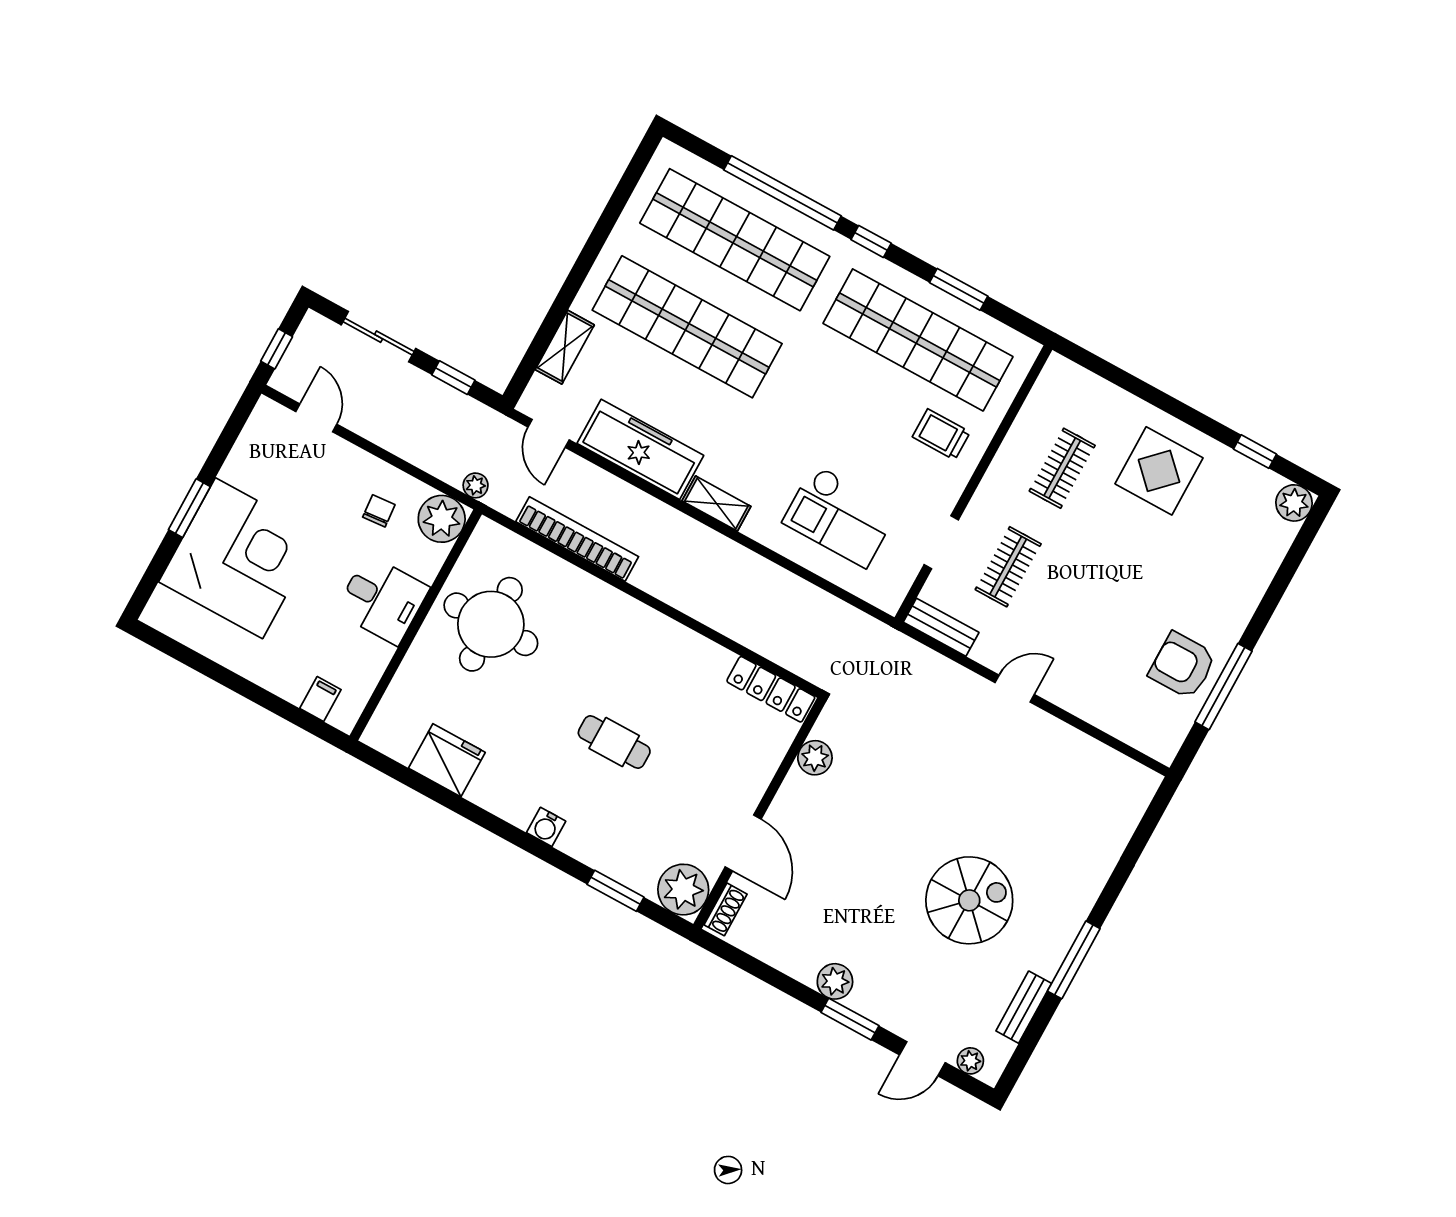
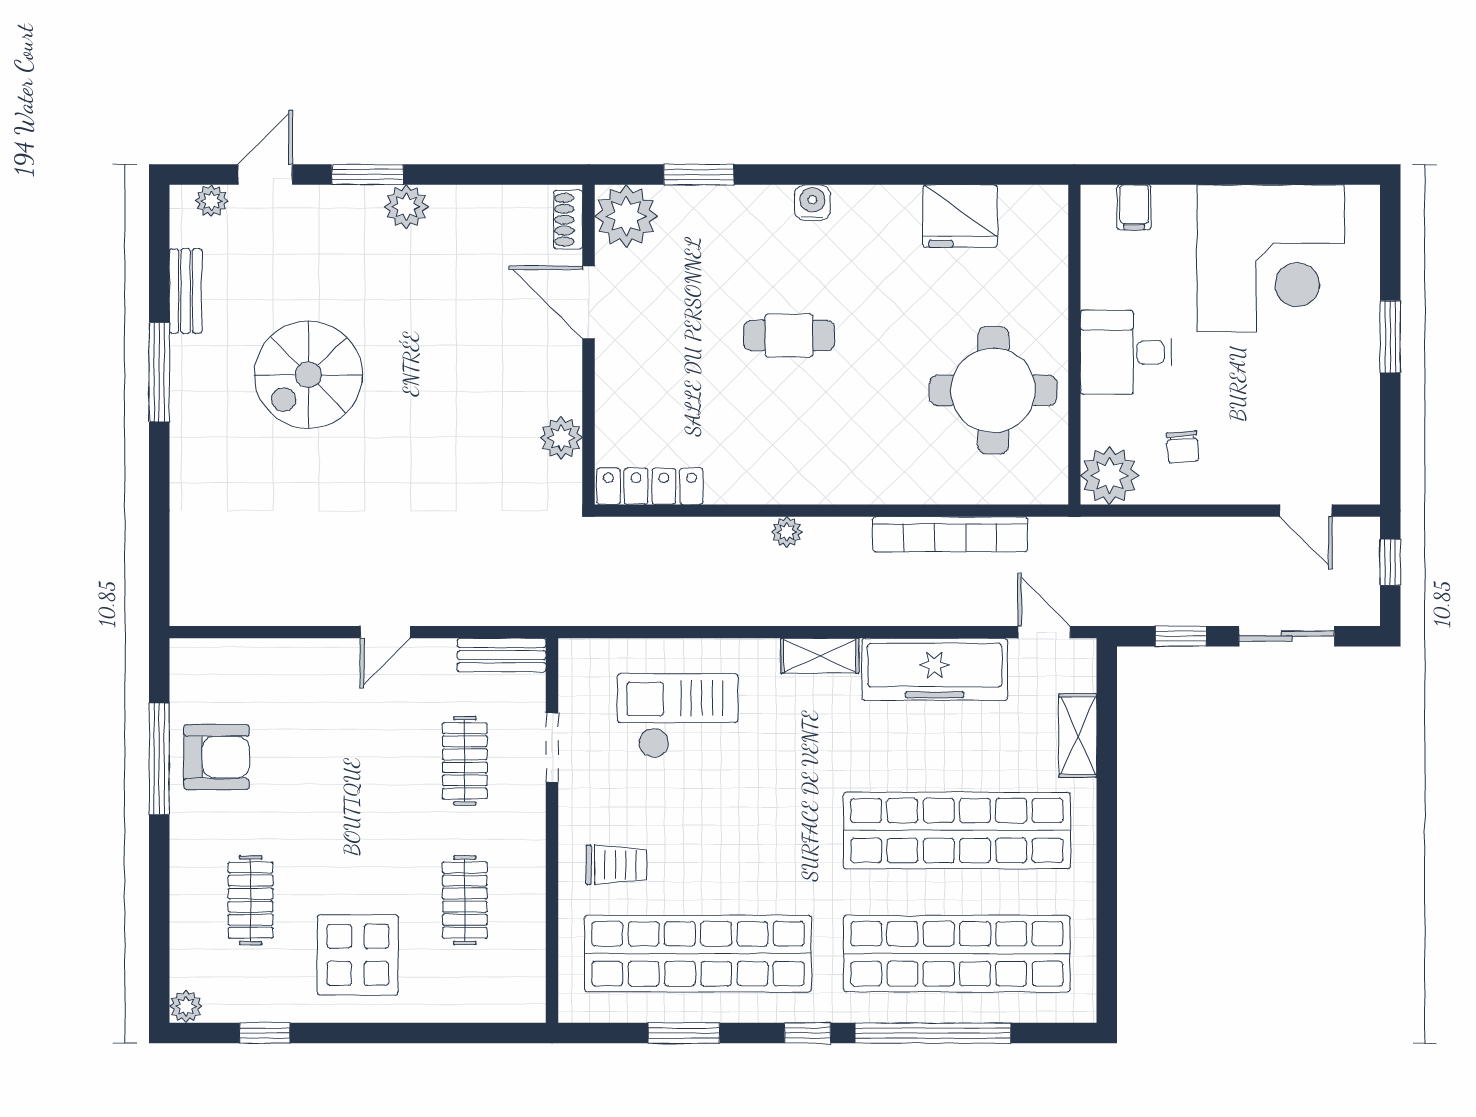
plant: (476, 485) -> (787, 532), moved
plant: (1294, 503) -> (186, 1007), width x0.73, depth x0.73
clothes rail: (1214, 551) -> (251, 900), added
corner desk: (239, 558) -> (1271, 258), moved, turned -90

